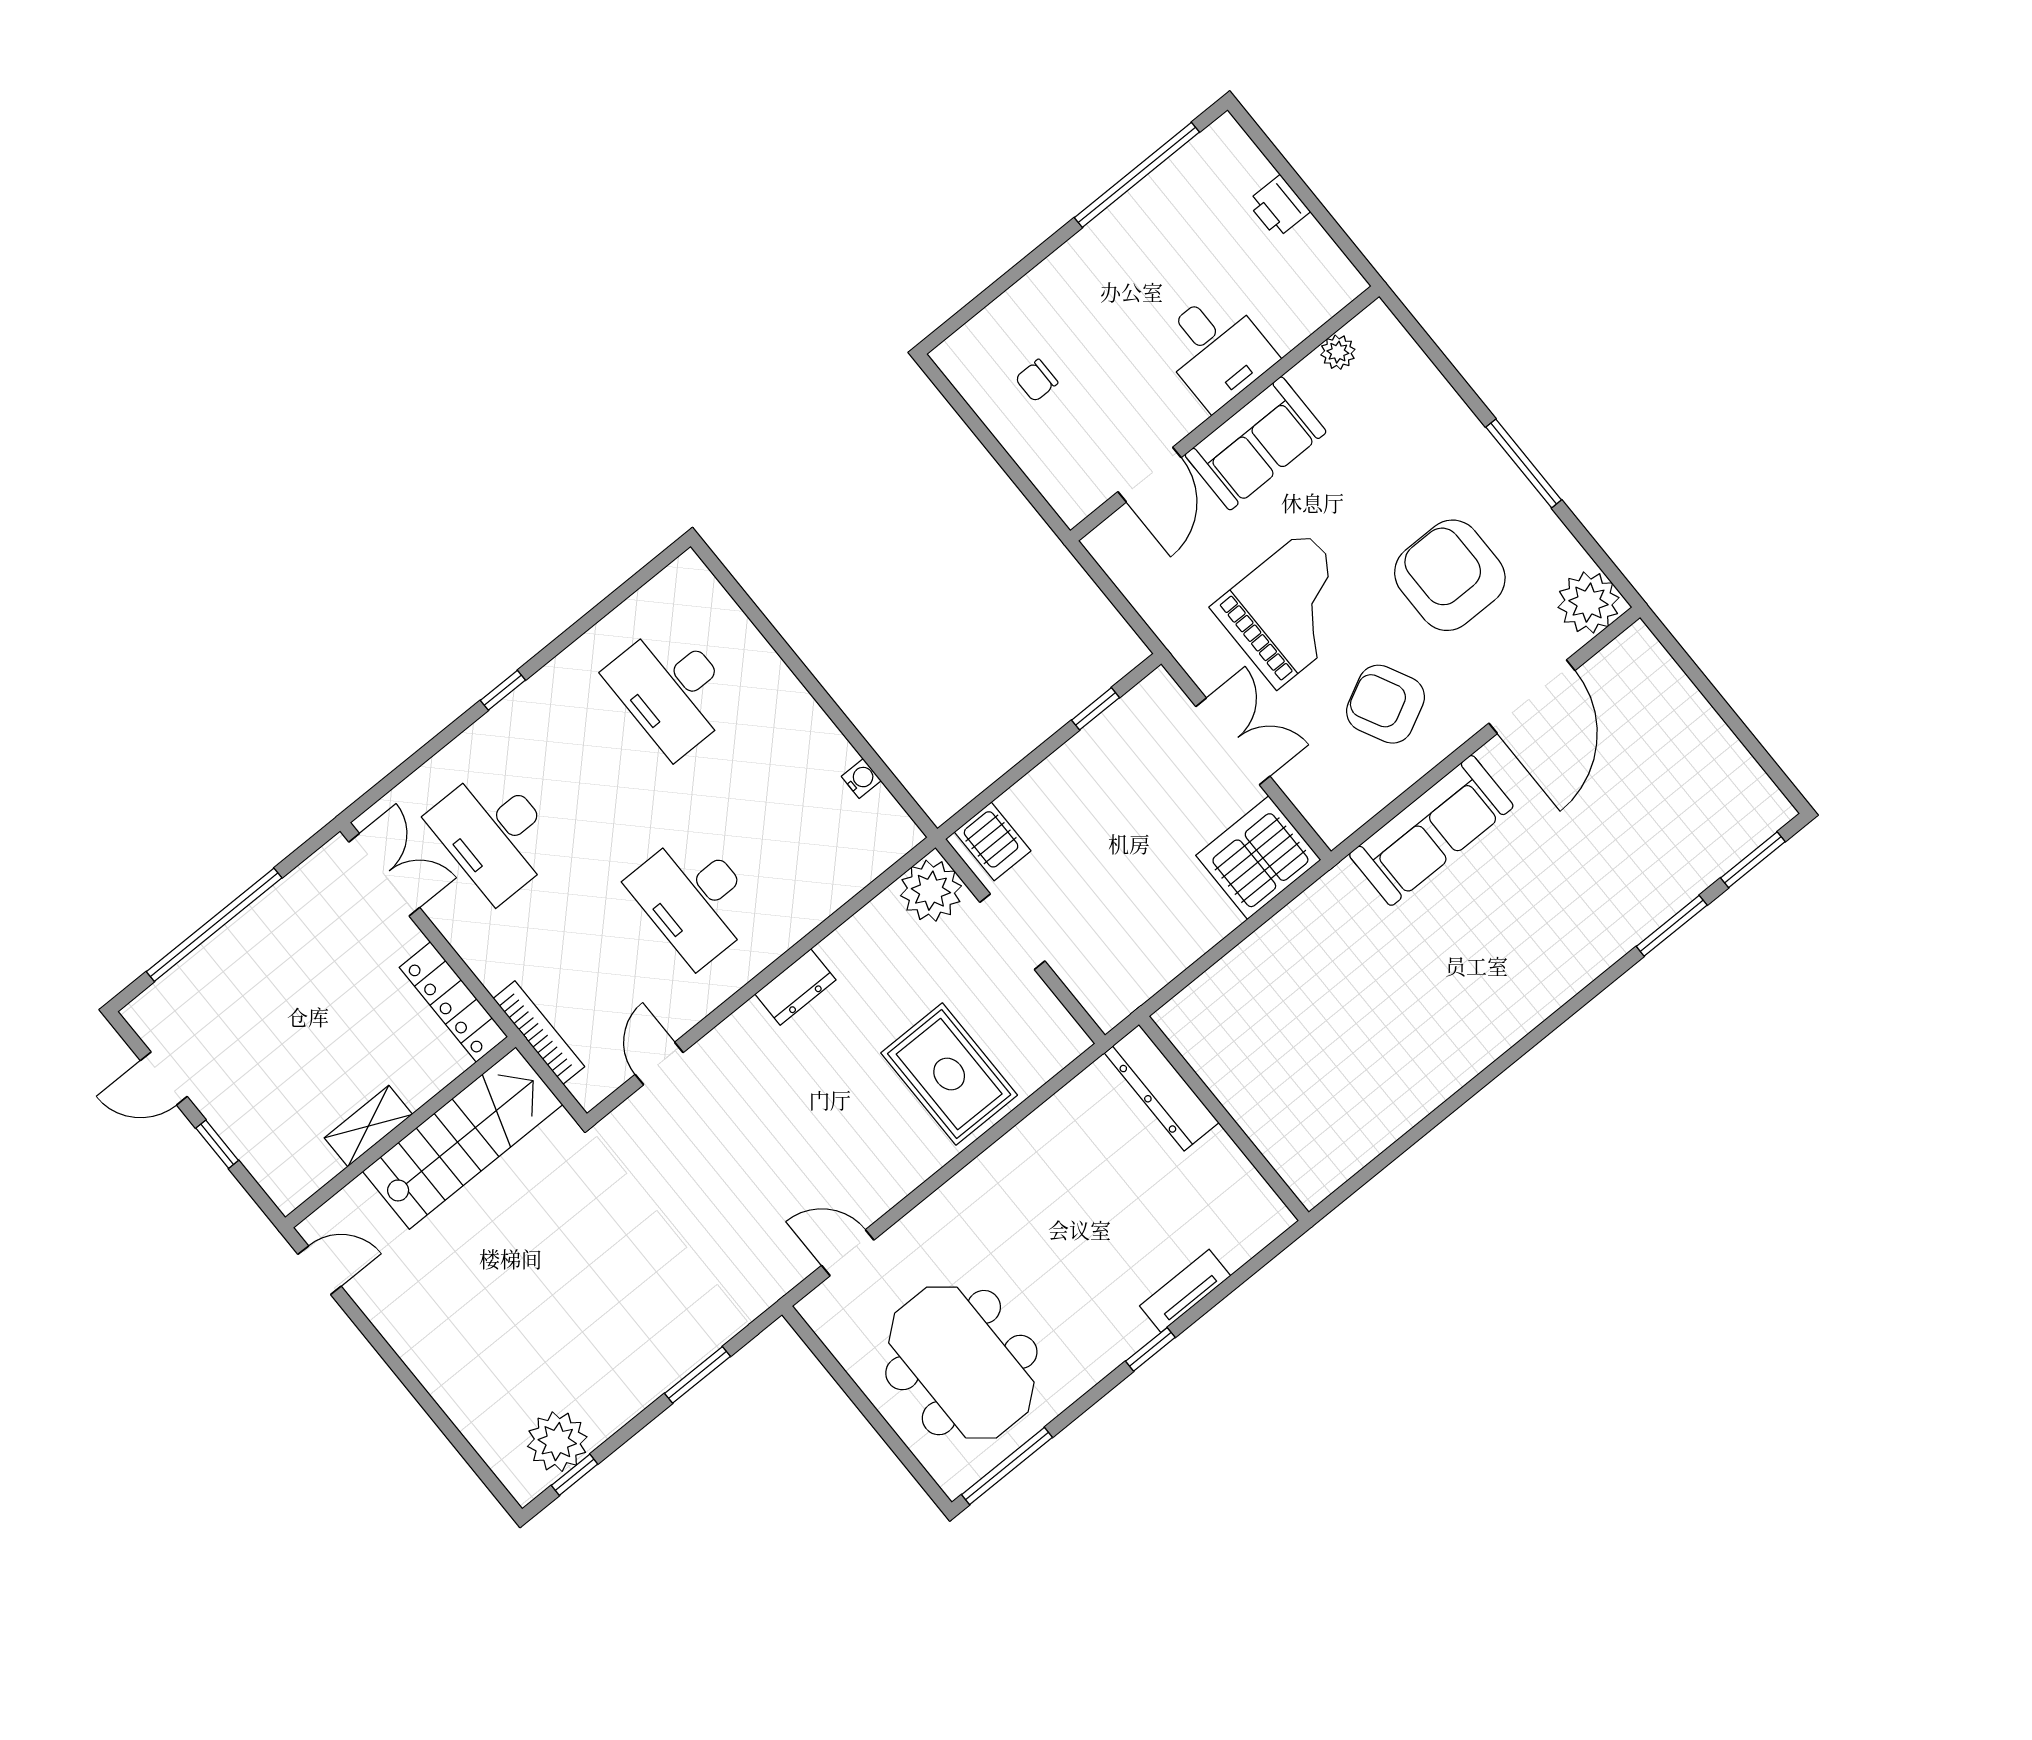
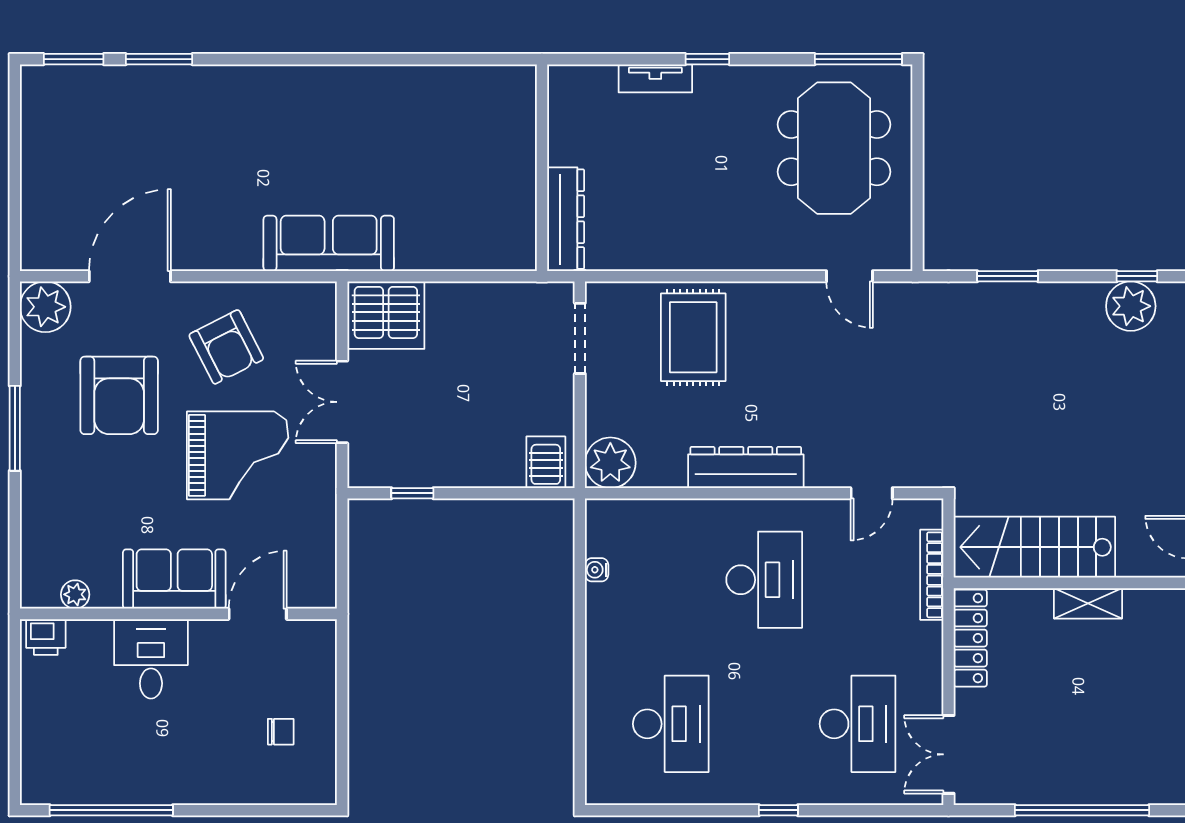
printer: (1278, 207) -> (46, 637), moved, turned 90
grand piano: (1291, 610) -> (238, 455), turned 180
sofa: (1431, 830) -> (329, 243), moved
doorway: (1012, 932) -> (580, 338), moved
dresser: (795, 987) -> (746, 468), width x1.96, depth x1.24

